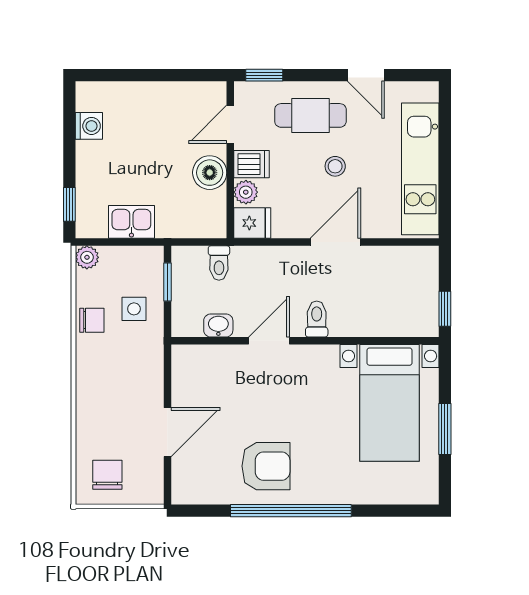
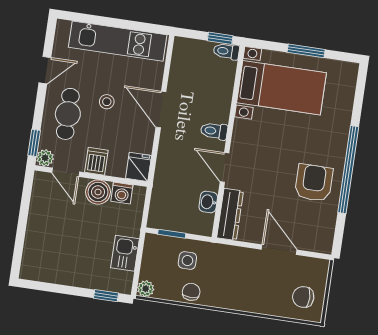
washing machine: (89, 126) -> (122, 193), moved, turned 180
plant: (246, 192) -> (45, 158), moved
toilet: (219, 263) -> (226, 51), moved, turned 180
dresser: (206, 358) -> (230, 214), added

